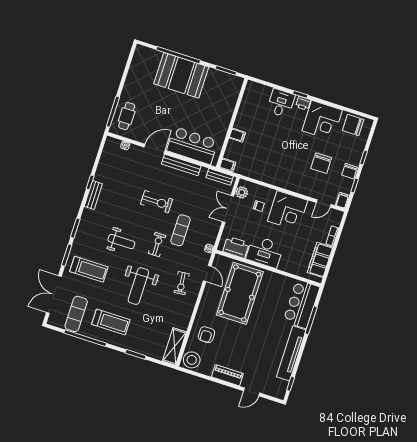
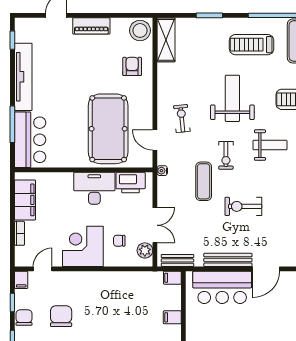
weight bench: (121, 242) -> (270, 145), turned 180

